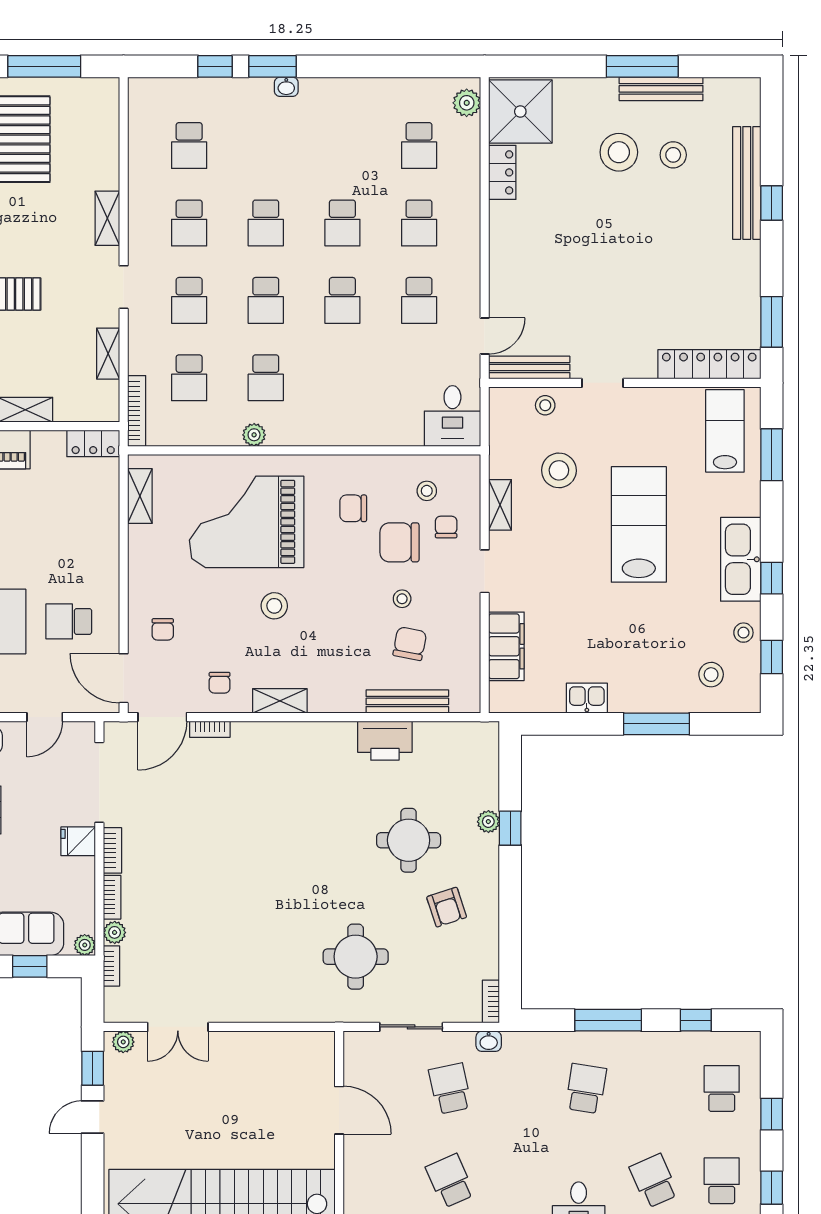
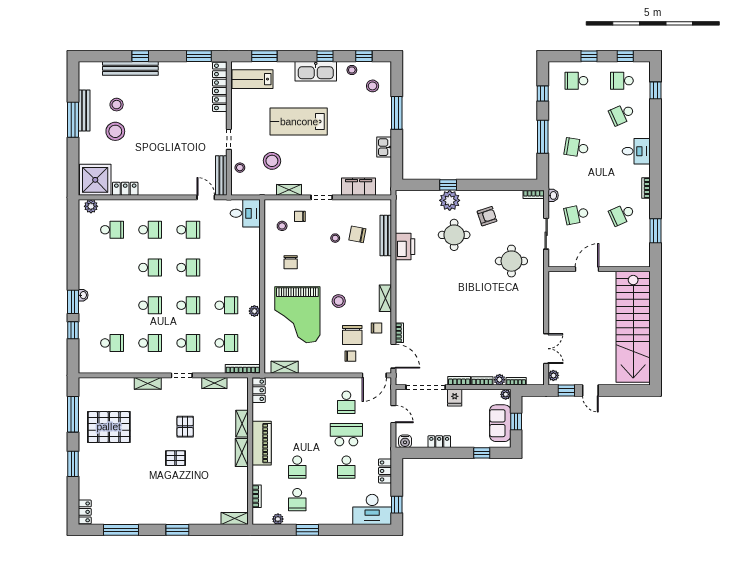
chair: (399, 542) -> (352, 335), moved
plant: (488, 822) -> (450, 200), width x1.87, depth x1.87

